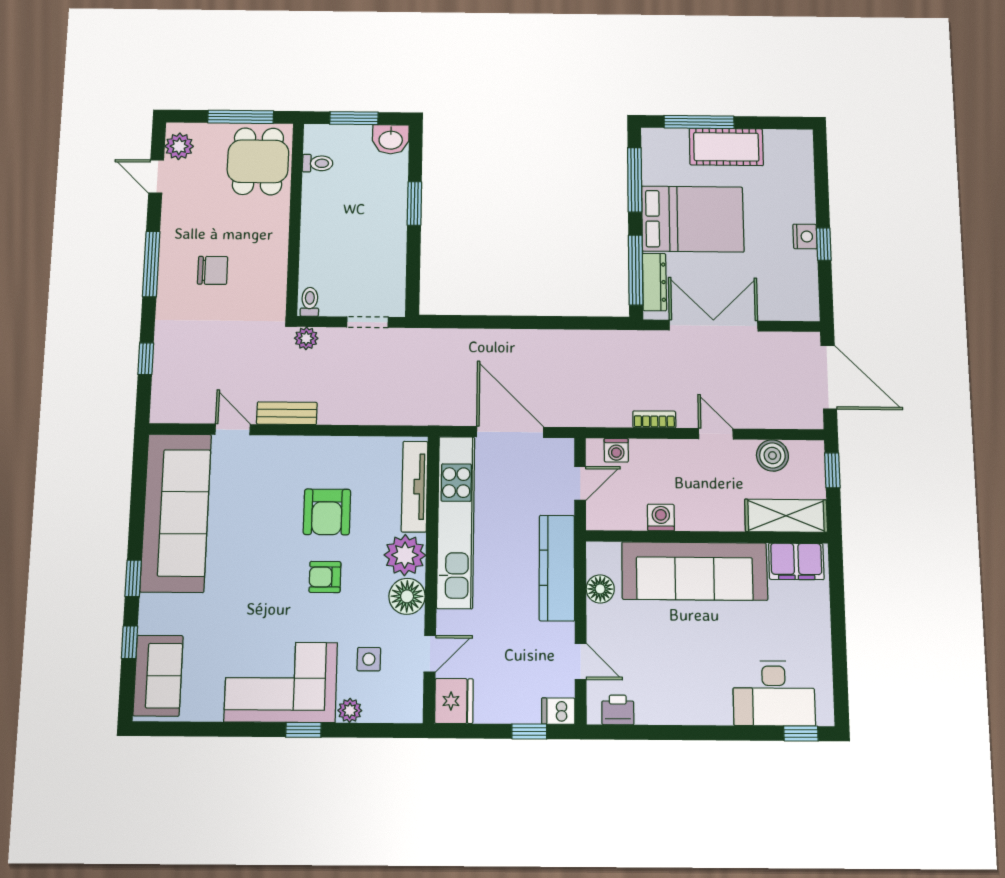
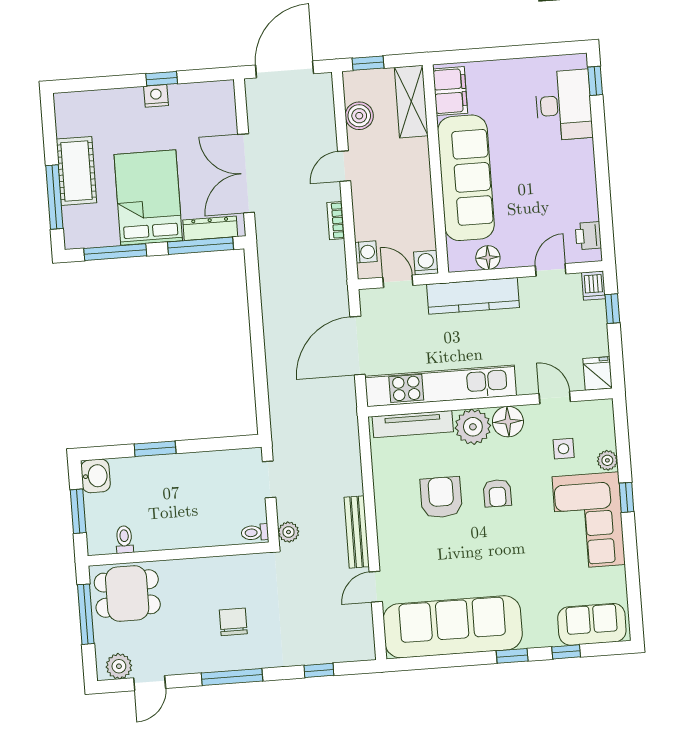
bench: (287, 413) -> (357, 532), width x1.36
armchair: (327, 512) -> (441, 497), turned -90
washing machine: (661, 518) -> (426, 263), moved, turned 90
fridge: (454, 701) -> (598, 373), width x0.72

